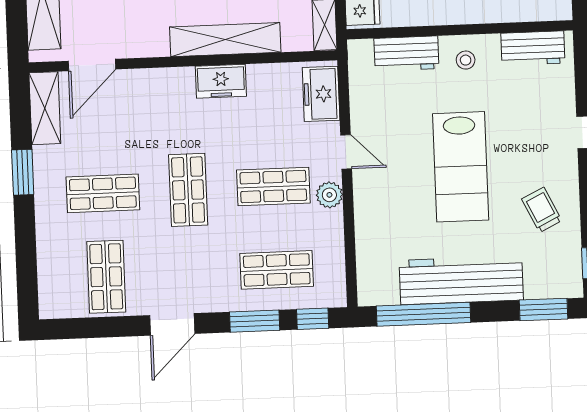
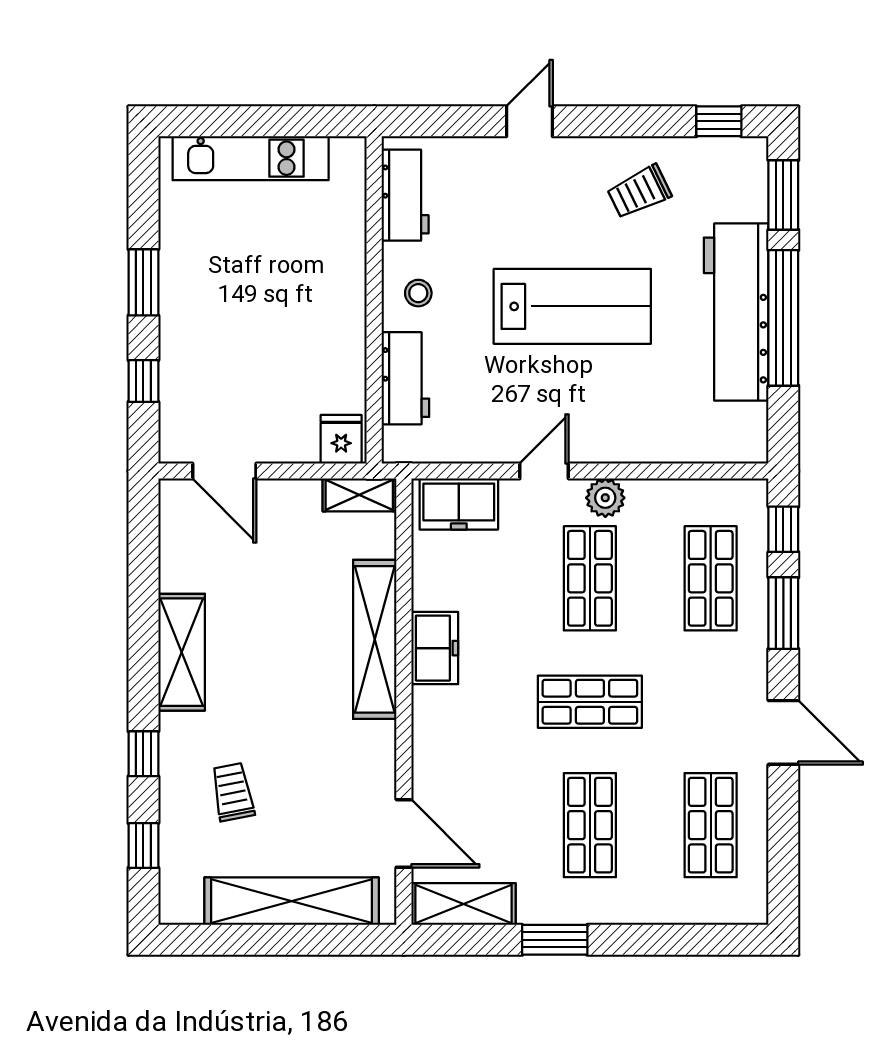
shop shelf: (106, 277) -> (711, 825), turned 90
window: (423, 314) -> (783, 318), moved

